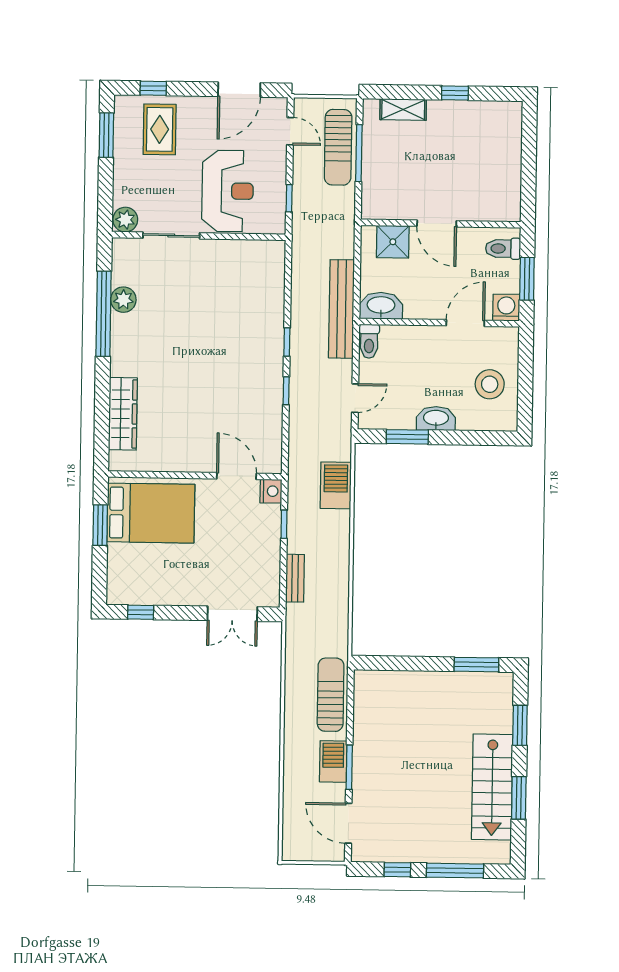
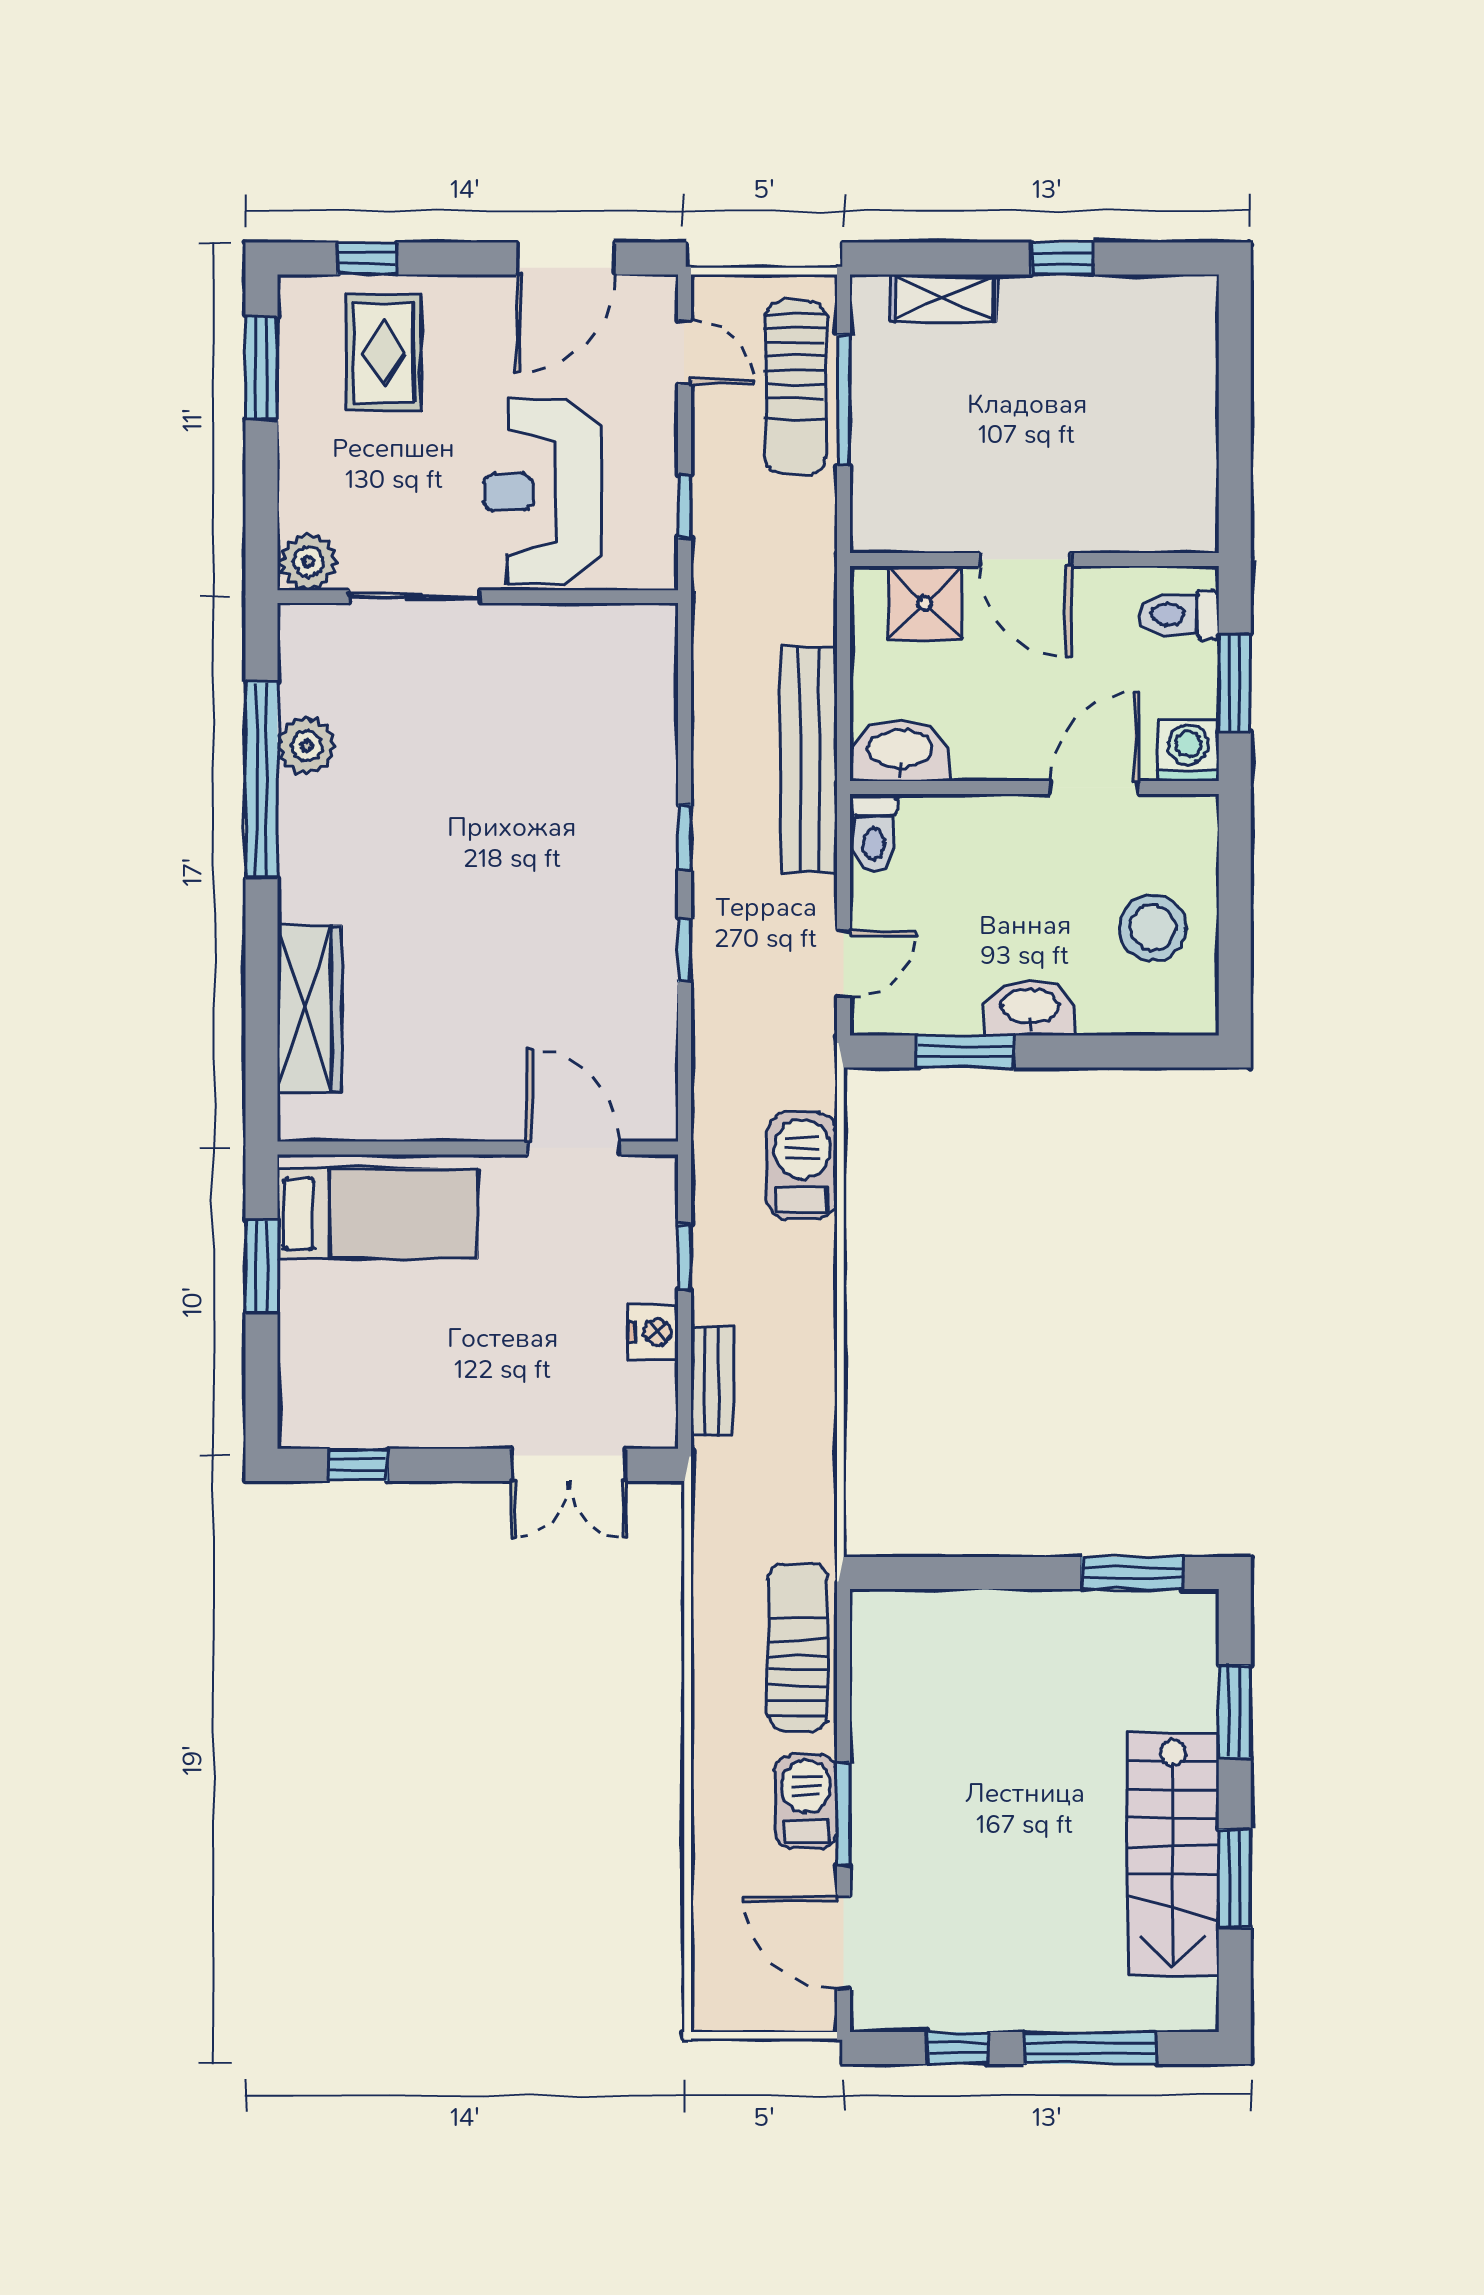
reception desk: (228, 191) -> (543, 492), turned 180
nightstand: (271, 491) -> (653, 1332), moved
bed: (151, 513) -> (378, 1214), width x0.67

